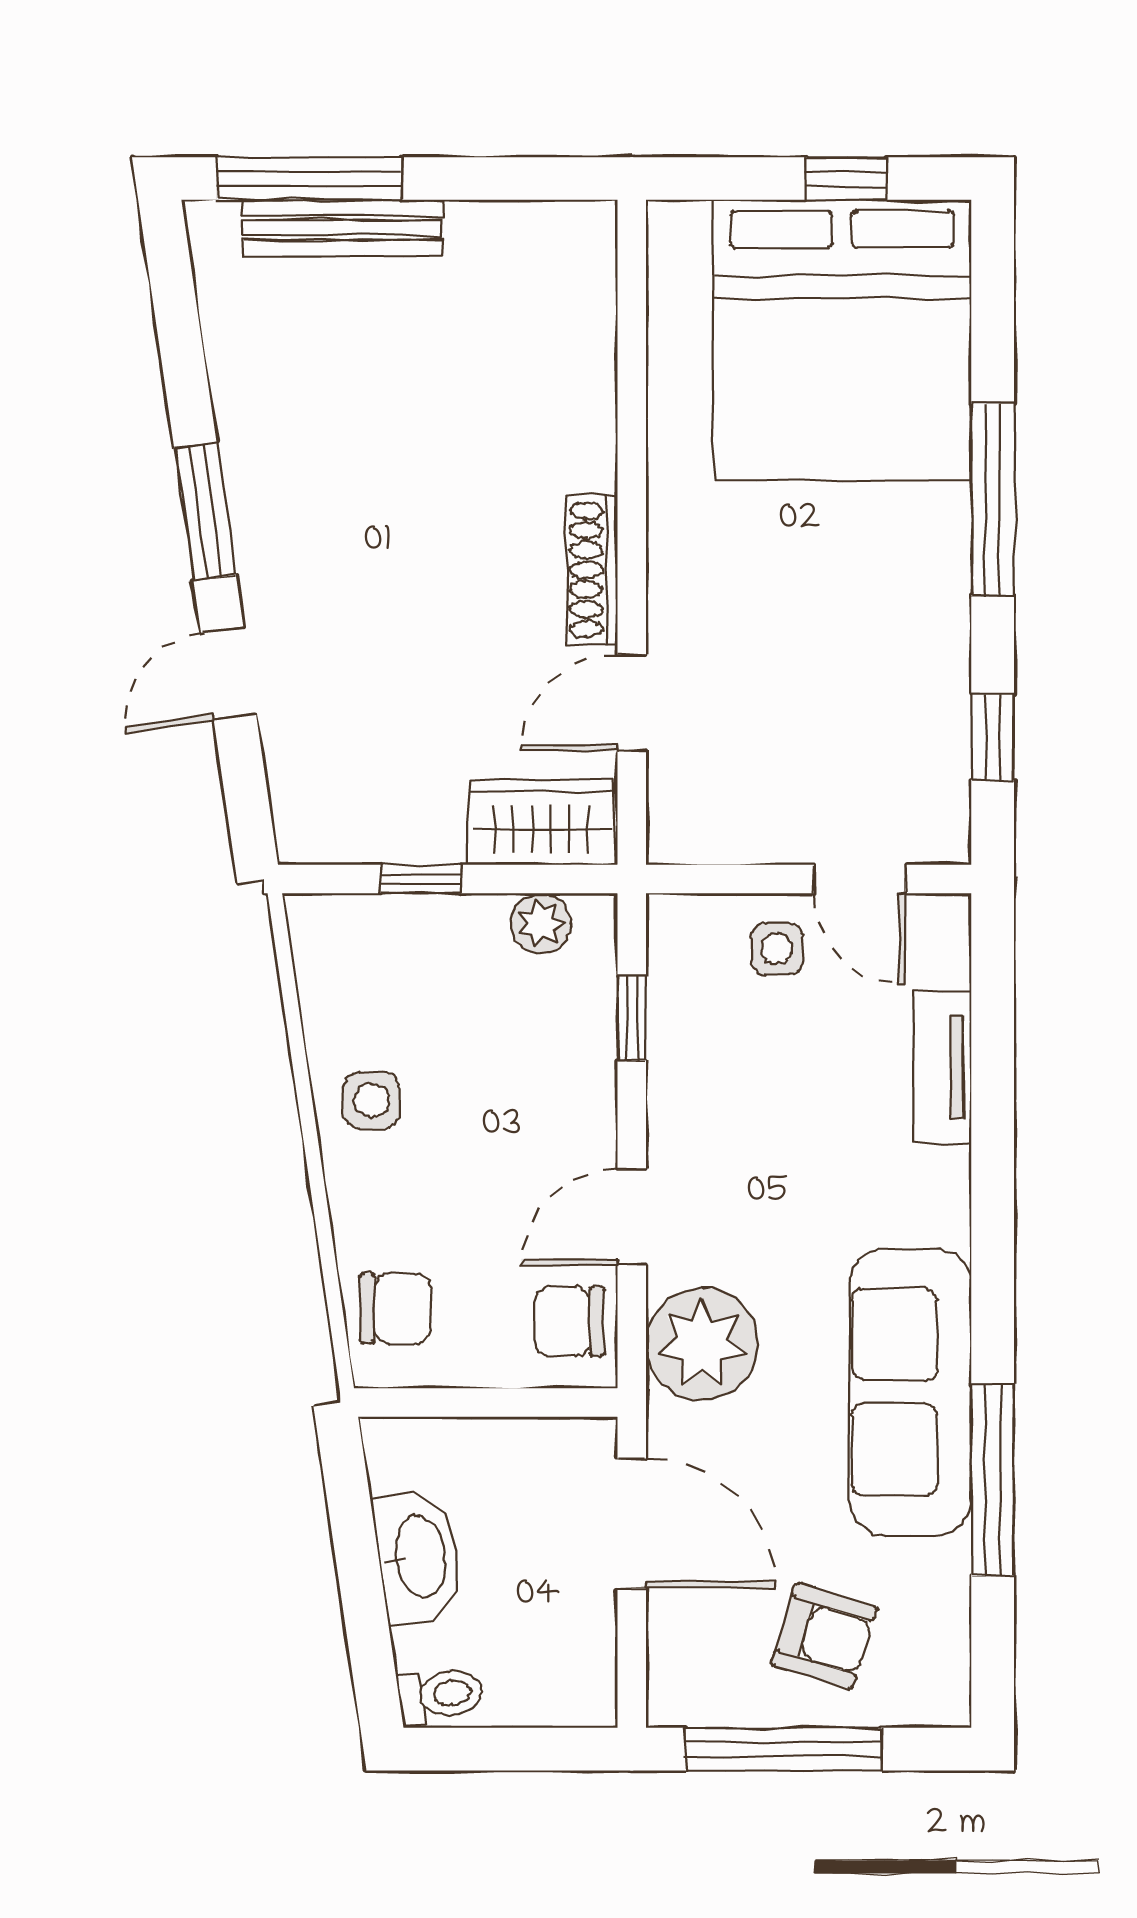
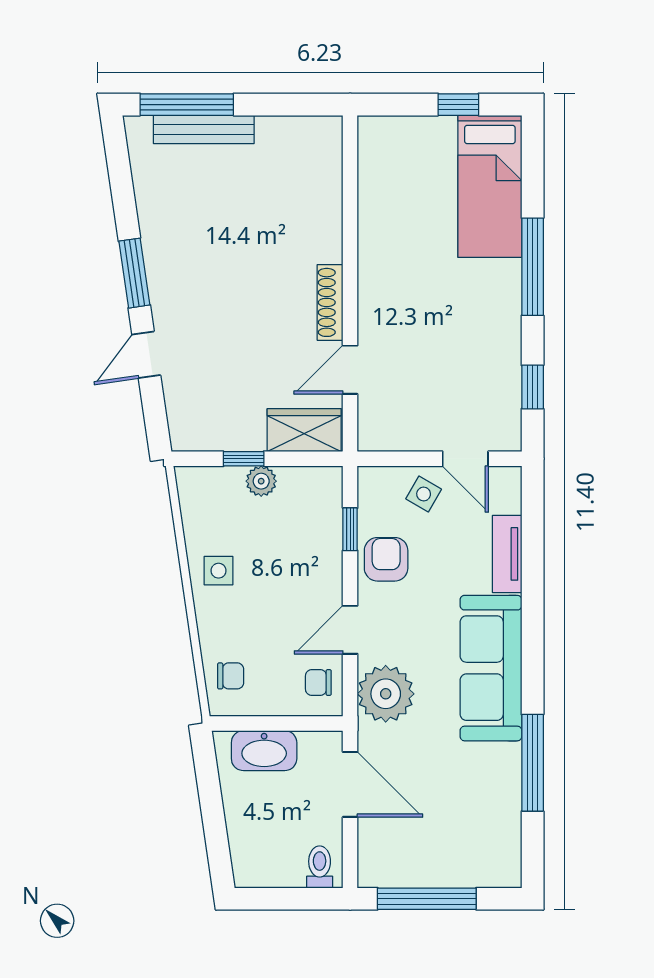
bed: (842, 340) -> (490, 186), width x0.49
plant: (541, 923) -> (261, 481), moved
side table: (777, 949) -> (424, 494), turned 30
chair: (396, 1309) -> (231, 676), width x0.73, depth x0.73
chair: (569, 1322) -> (318, 683), width x0.73, depth x0.73
sofa: (910, 1392) -> (491, 668), moved
washbasin: (418, 1557) -> (264, 751), moved, turned 98
armchair: (824, 1636) -> (386, 559), moved, turned -107
toilet: (441, 1695) -> (320, 867), moved, turned -82

